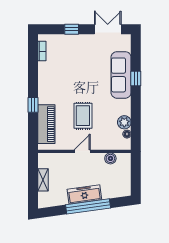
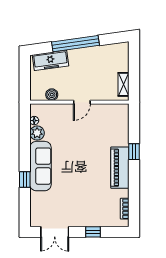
sofa: (121, 75) -> (40, 166), moved
rug: (83, 116) -> (81, 140), removed
piano: (46, 124) -> (120, 168), moved
shelving: (43, 180) -> (123, 84), moved
freezer: (84, 194) -> (51, 60), moved

